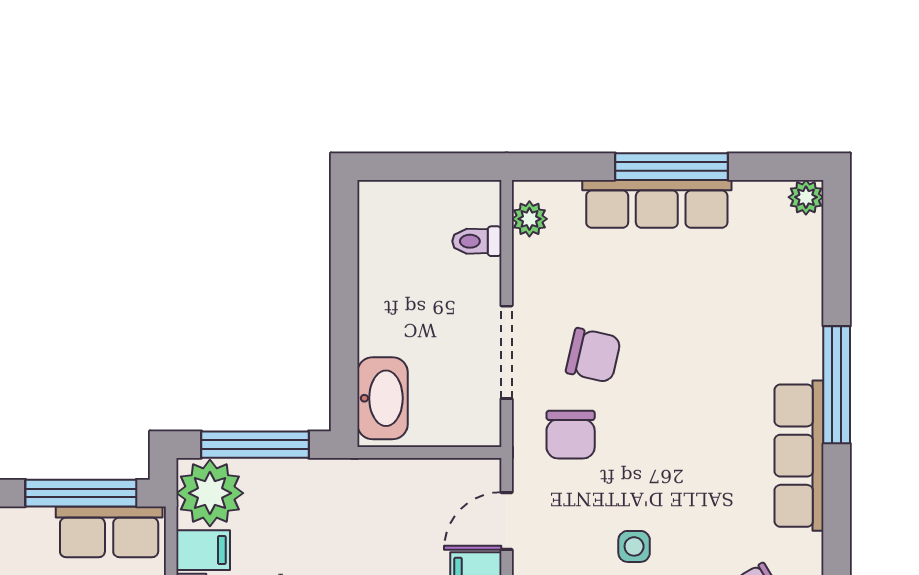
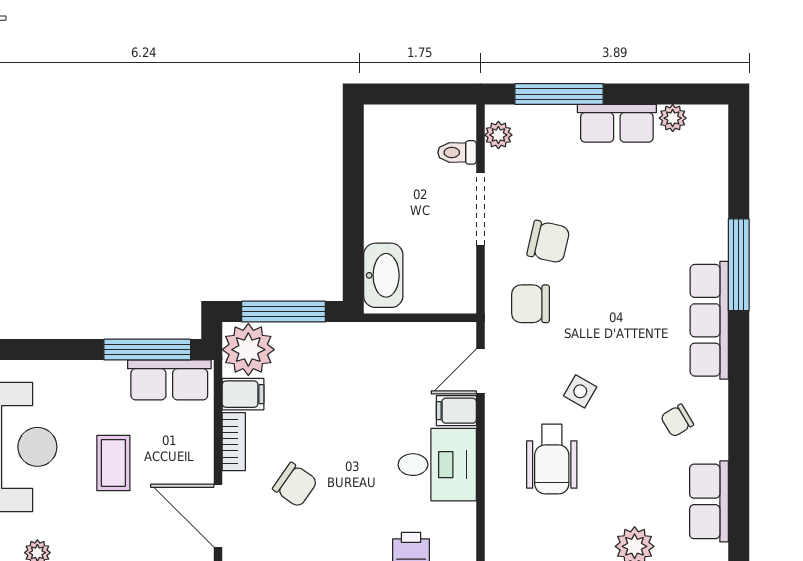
window: (671, 167) -> (559, 94), moved
plant: (806, 197) -> (673, 118), moved
row of seats: (657, 204) -> (617, 123), width x0.68
doorway: (507, 352) -> (480, 209), moved
chair: (571, 435) -> (531, 304), turned 90
side table: (634, 546) -> (580, 391), turned 30

